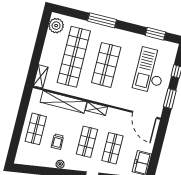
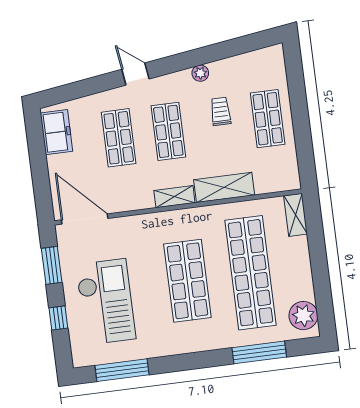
window: (102, 20) -> (259, 352), moved
window: (155, 34) -> (122, 370), width x1.44
shelving: (63, 102) -> (224, 187), width x0.68

